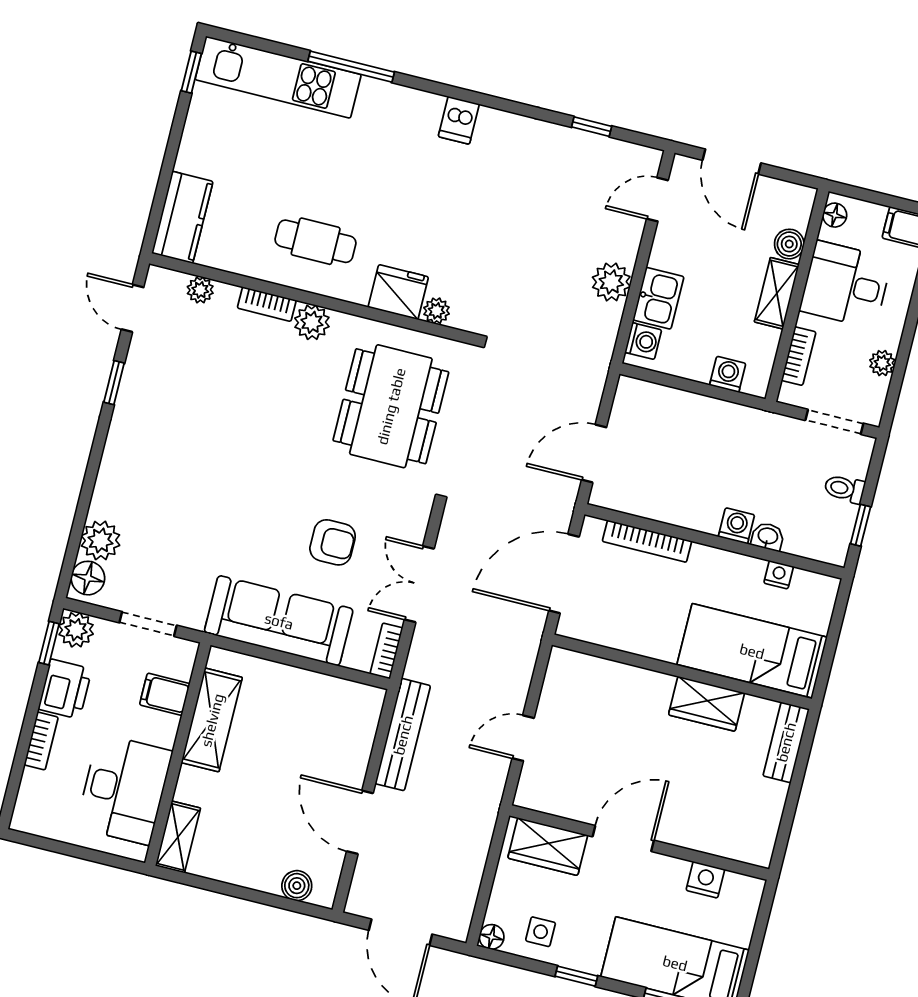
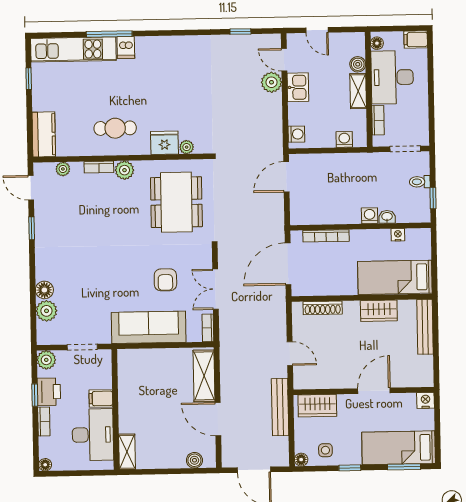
window: (191, 72) -> (29, 79), moved
dishwasher: (459, 120) -> (126, 47), moved
door: (732, 162) -> (317, 30), width x0.73
door: (657, 199) -> (284, 60), hinge flipped
plant: (611, 282) -> (271, 82), moved
desk: (846, 285) -> (392, 77), width x1.37
kitchen sink: (658, 298) -> (298, 87), moved
plant: (882, 363) -> (422, 112), removed
door: (594, 454) -> (286, 177), moved
armchair: (333, 542) -> (165, 280), turned 90
floor lamp: (88, 578) -> (44, 290), moved
window: (49, 643) -> (35, 395), moved
shoe rack: (605, 671) -> (323, 308), added
filing cabinet: (165, 694) -> (101, 398), moved
shelving: (212, 720) -> (204, 376), moved
bench: (403, 735) -> (280, 407), moved
door: (523, 738) -> (290, 354), swing flipped
bench: (786, 742) -> (425, 327), width x1.36
floor lamp: (22, 820) -> (45, 465), added
door: (623, 838) -> (374, 391), moved
nightstand: (705, 880) -> (425, 400), moved

